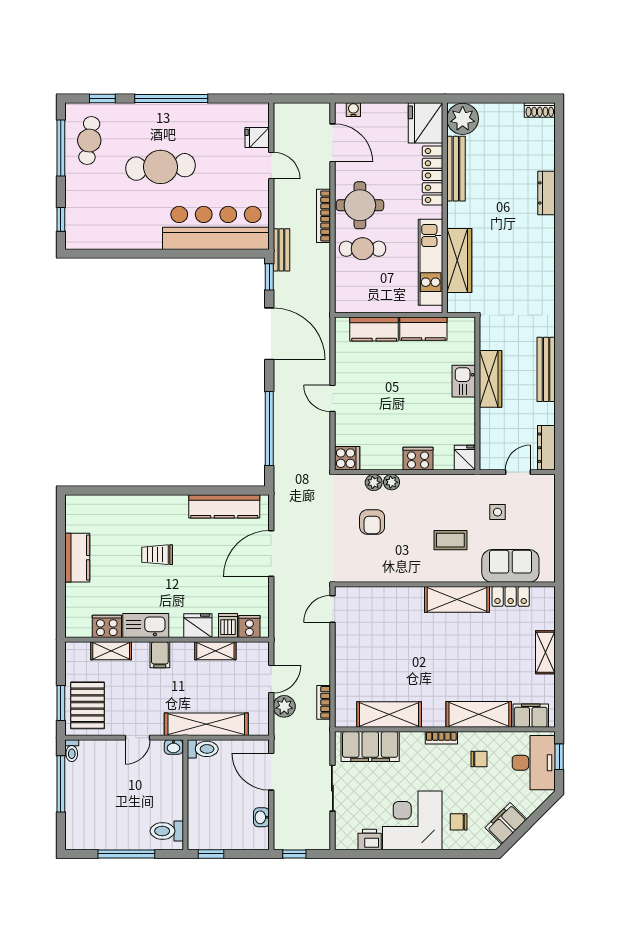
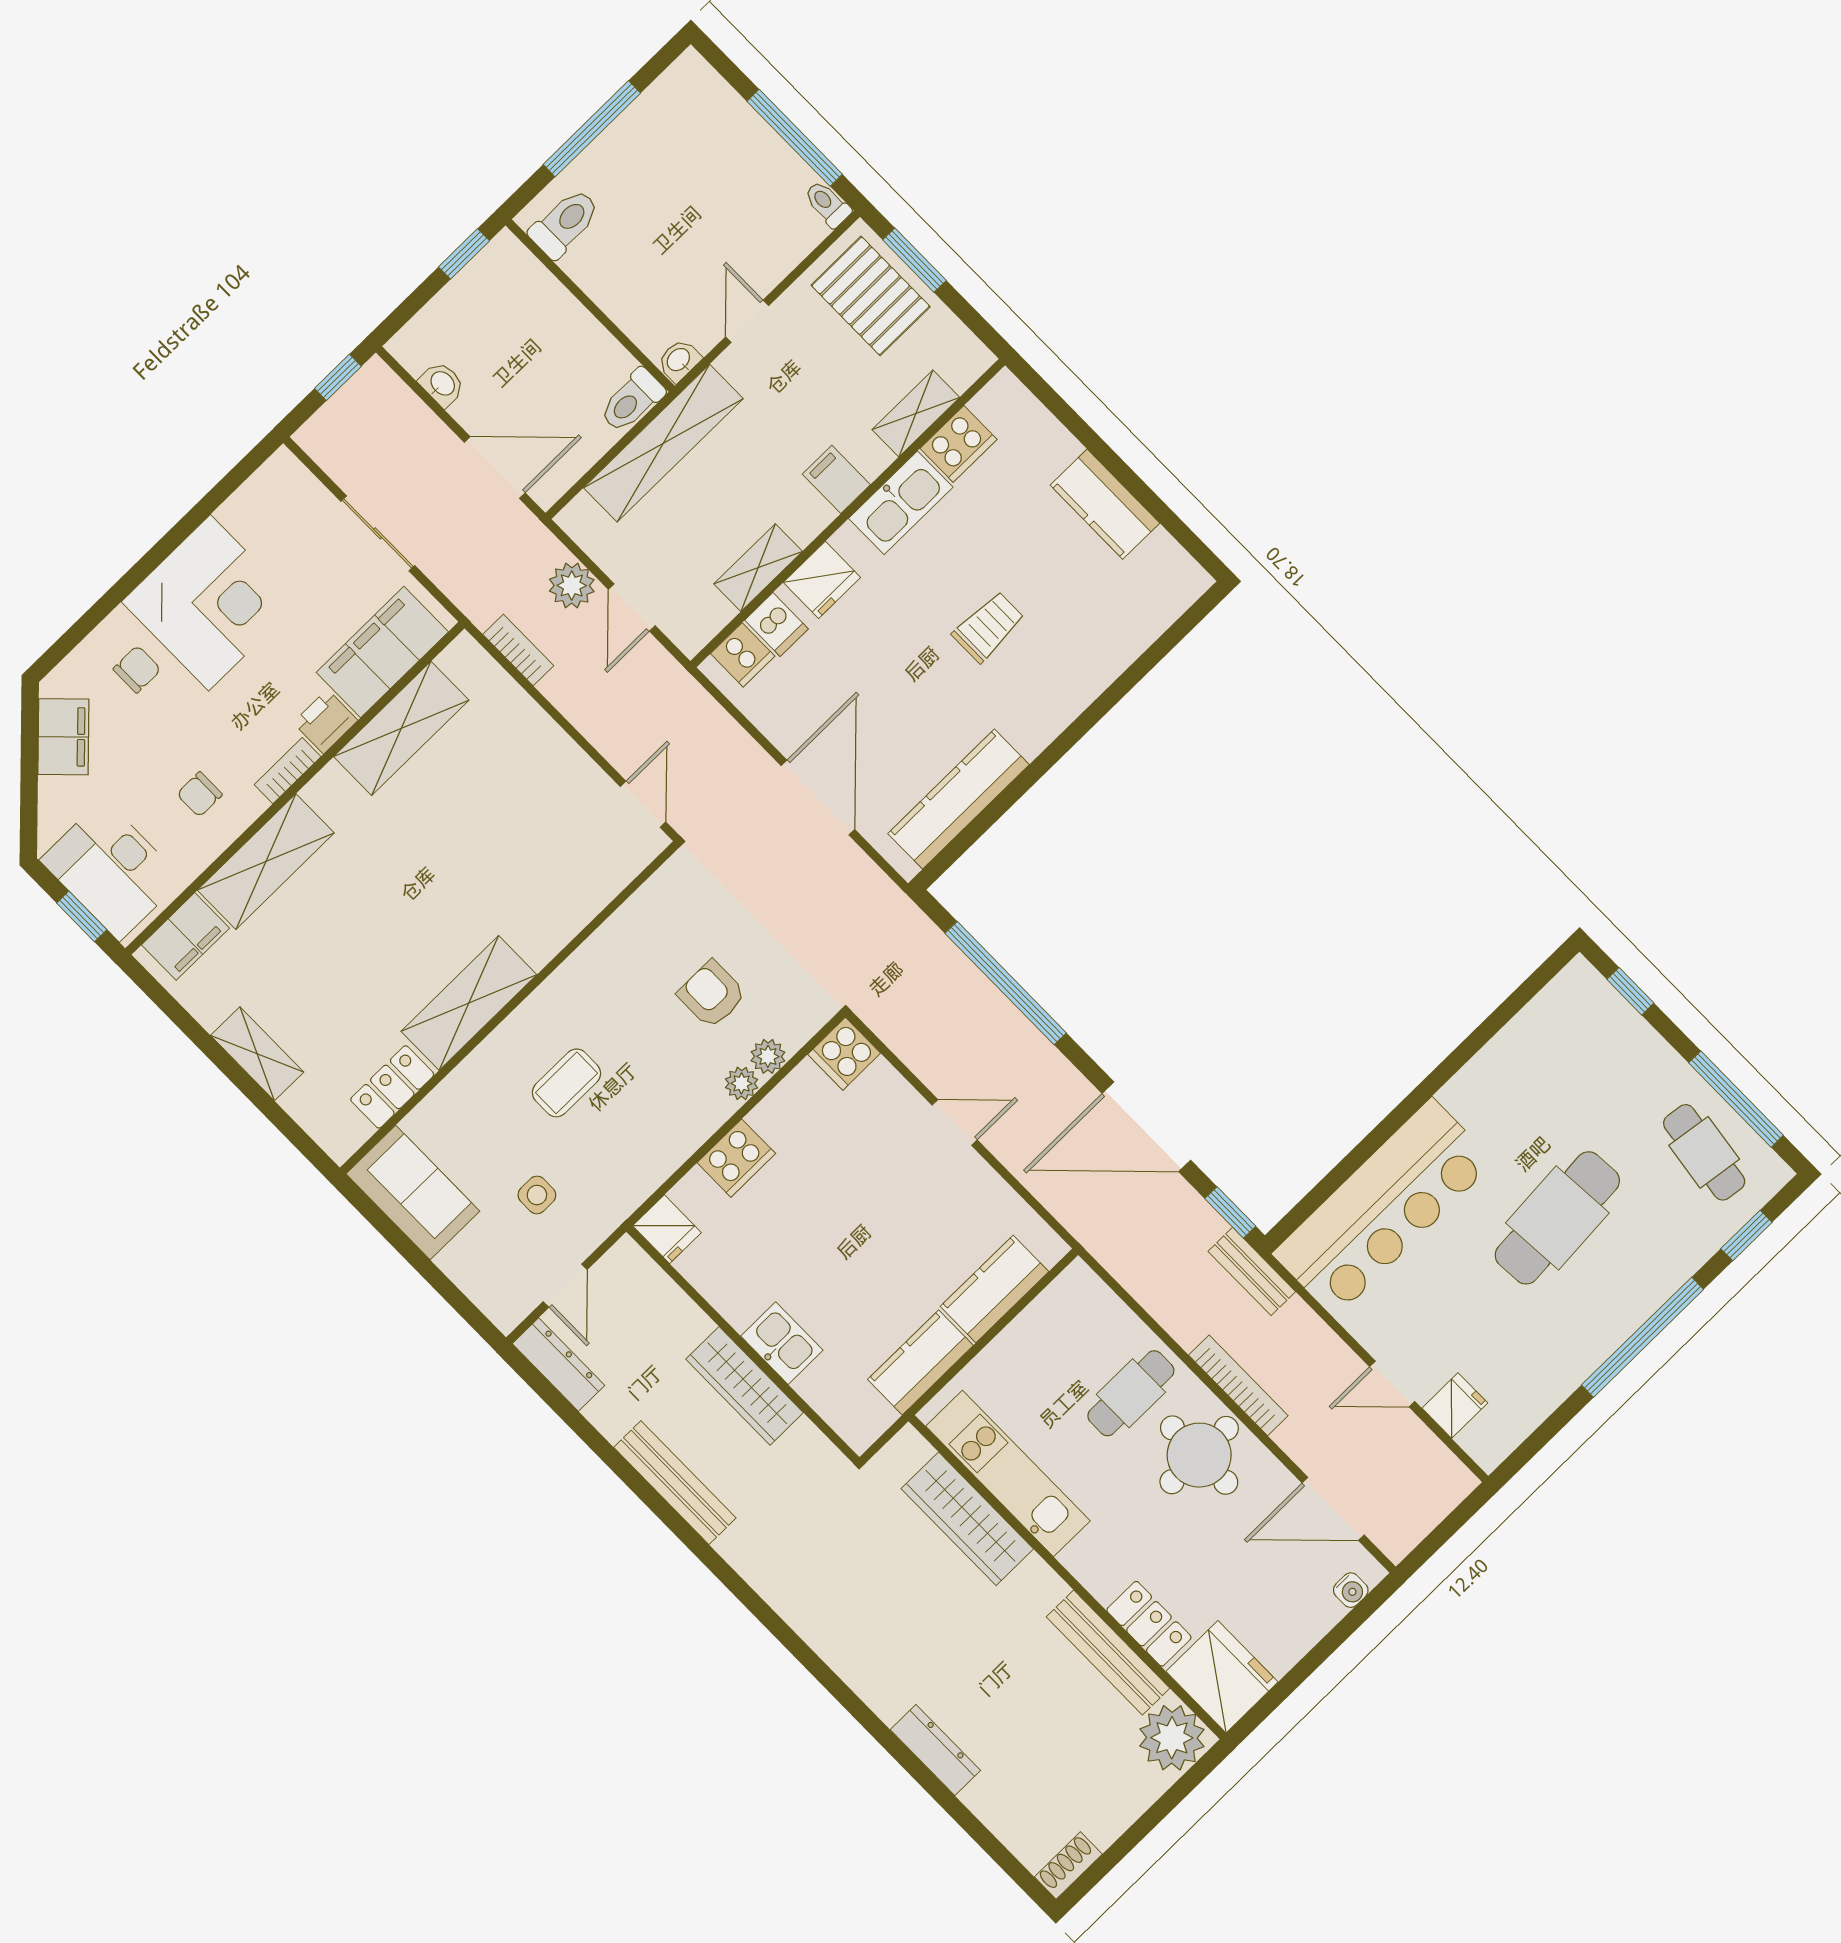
locker: (433, 175) -> (1149, 1624), width x0.66
sofa: (510, 566) -> (413, 1193), moved, turned -90
printer: (370, 839) -> (325, 721), moved, turned 180

